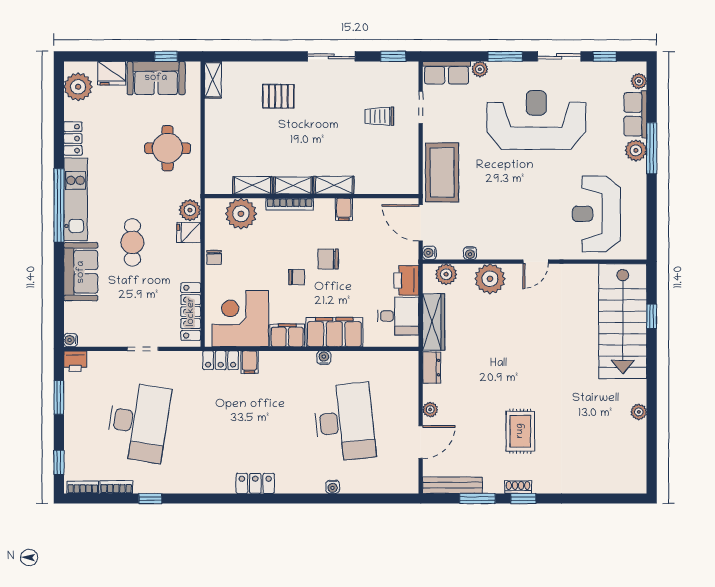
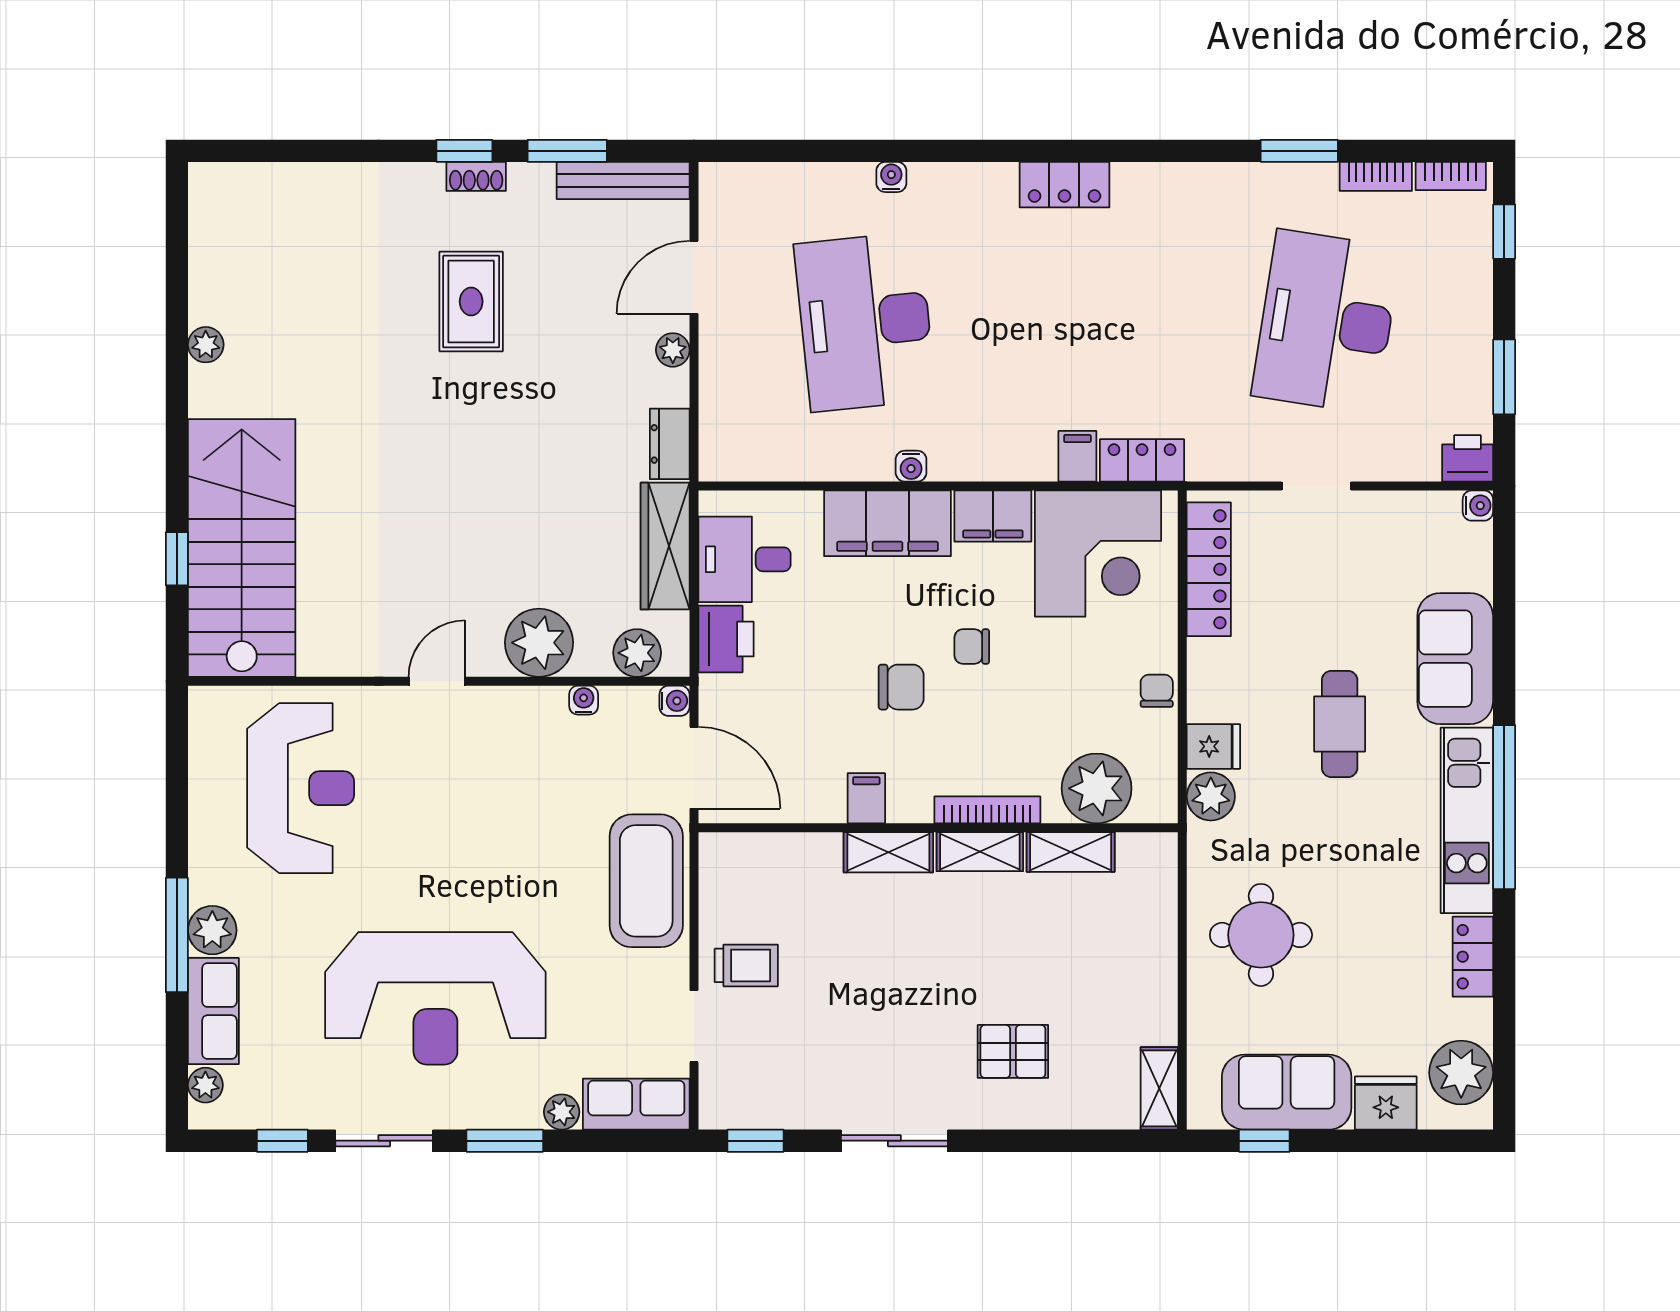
trolley: (379, 116) -> (746, 965), moved
window: (150, 498) -> (1299, 151), width x1.50

